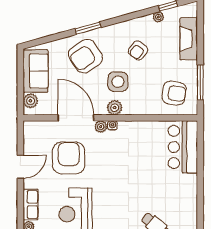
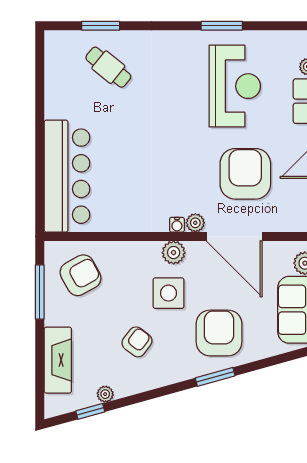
armchair: (86, 56) -> (219, 333), turned -56
armchair: (174, 93) -> (81, 275), turned 142
bar counter: (183, 147) -> (67, 176), width x1.36
armchair: (69, 158) -> (245, 174), turned 180

